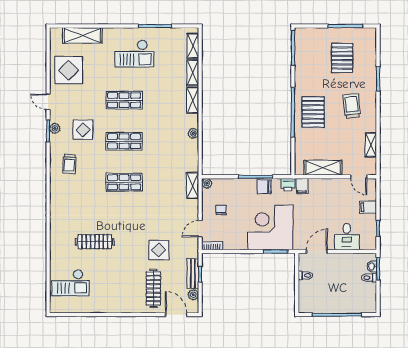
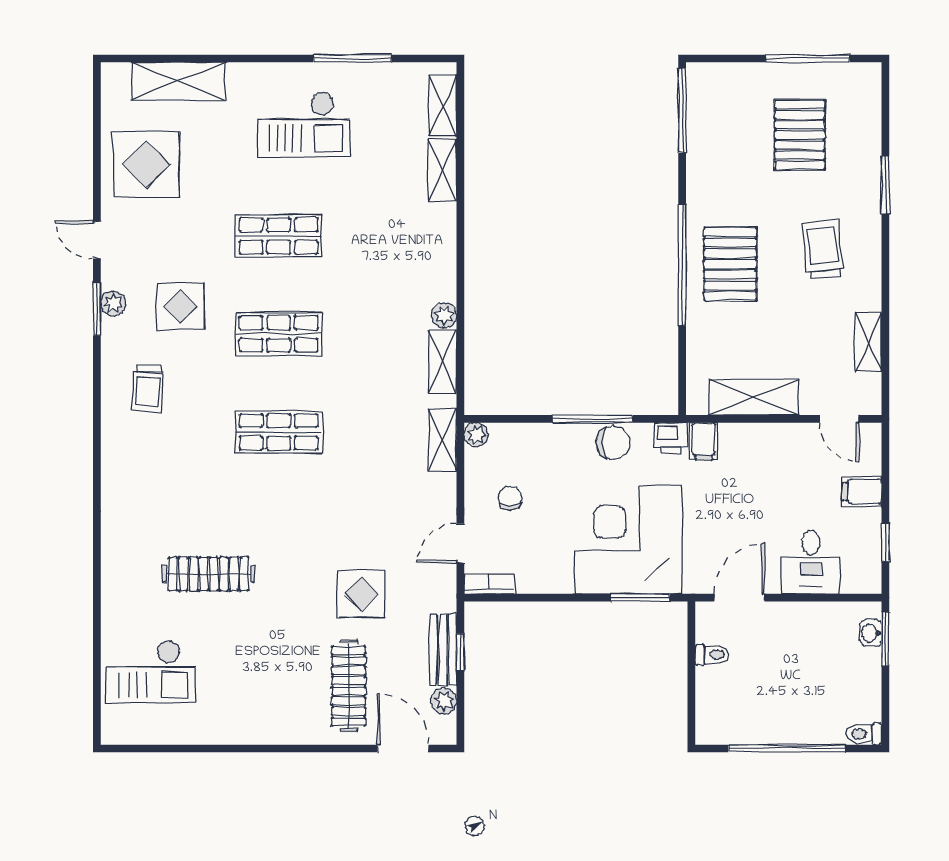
shelving: (193, 100) -> (442, 362), moved
chair: (264, 187) -> (613, 443), turned 180
toilet: (369, 278) -> (864, 734), moved

